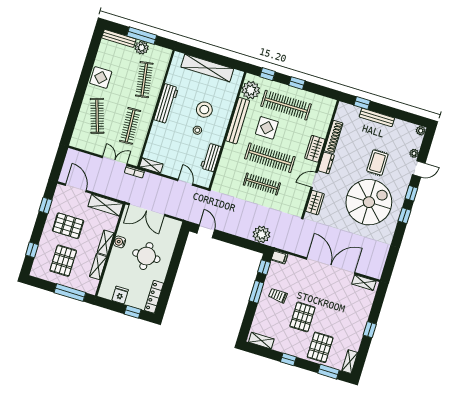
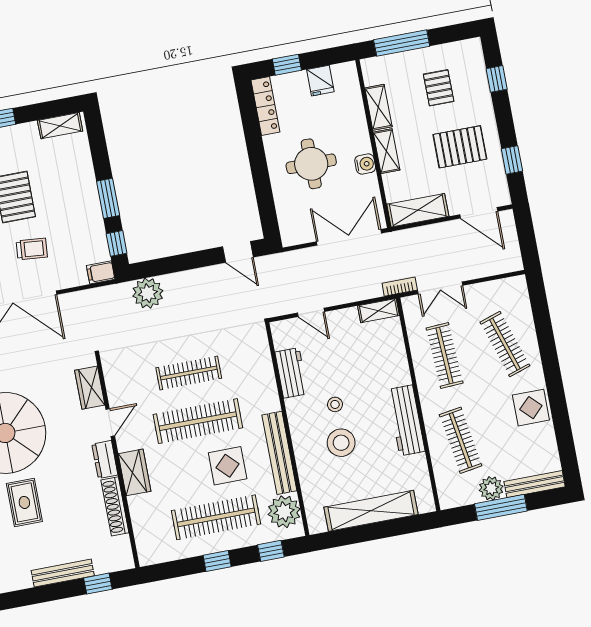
pallet: (63, 261) -> (439, 88), width x0.67, depth x0.71
trolley: (278, 295) -> (32, 249), moved

